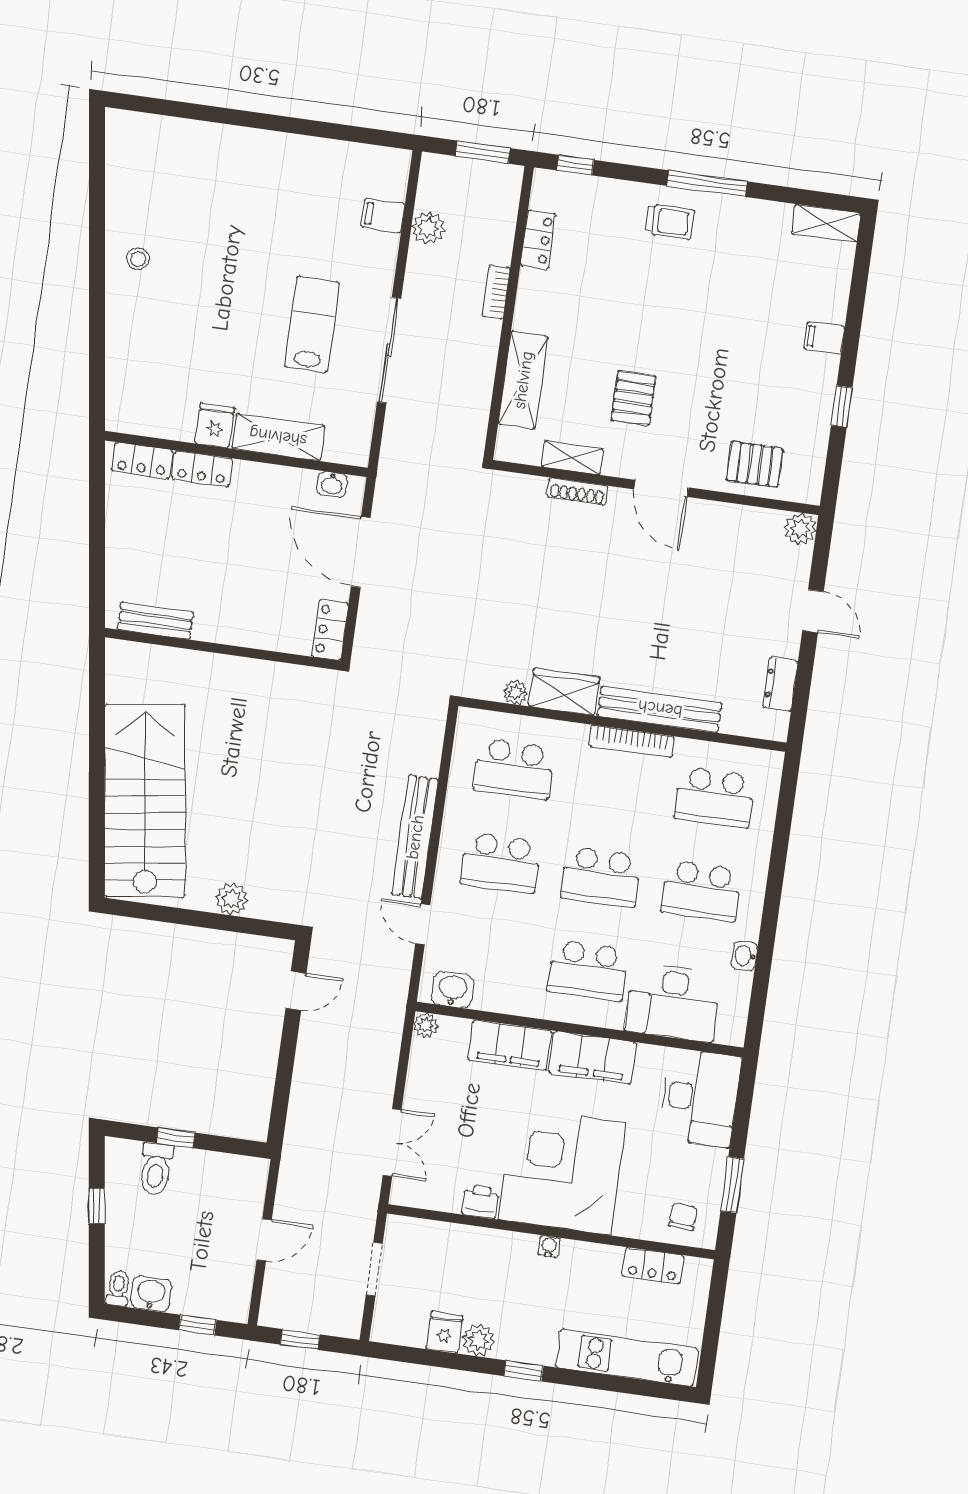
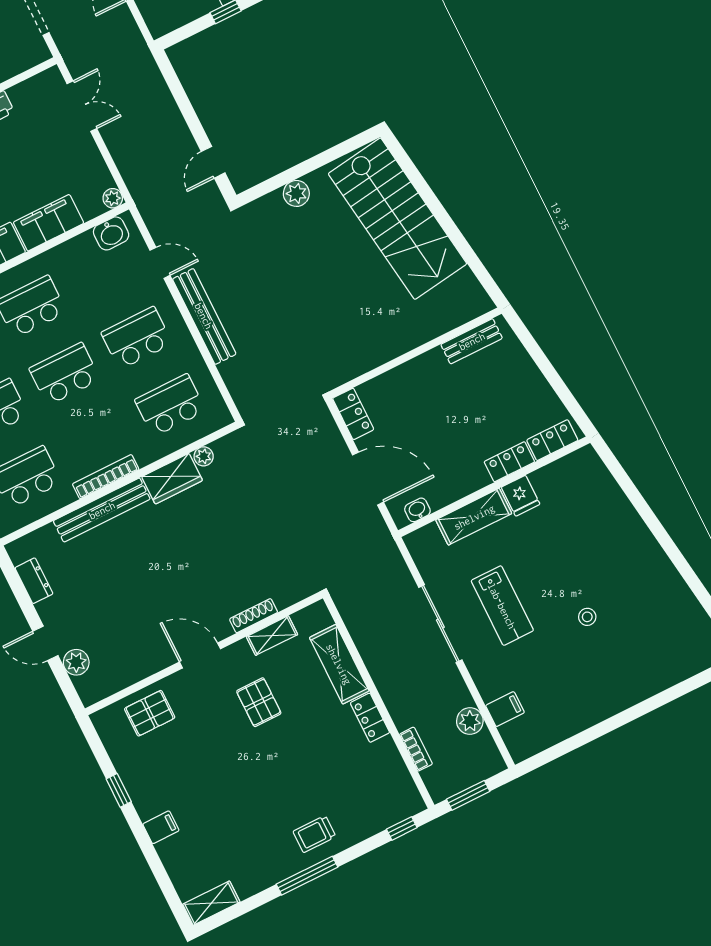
locker: (538, 240) -> (370, 718), moved
stool: (138, 259) -> (587, 617), moved
bookcase: (496, 292) -> (416, 749), moved
plant: (800, 529) -> (76, 662), moved
double door: (392, 1142) -> (82, 106), swing flipped

